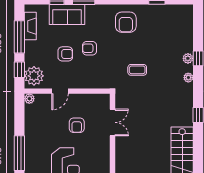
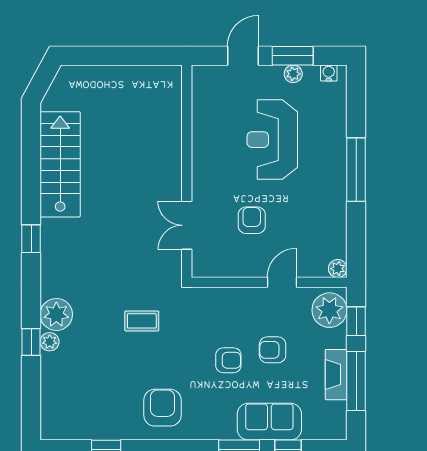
fireplace: (30, 26) -> (336, 375), moved
plant: (188, 78) -> (56, 314), width x1.88, depth x1.88

